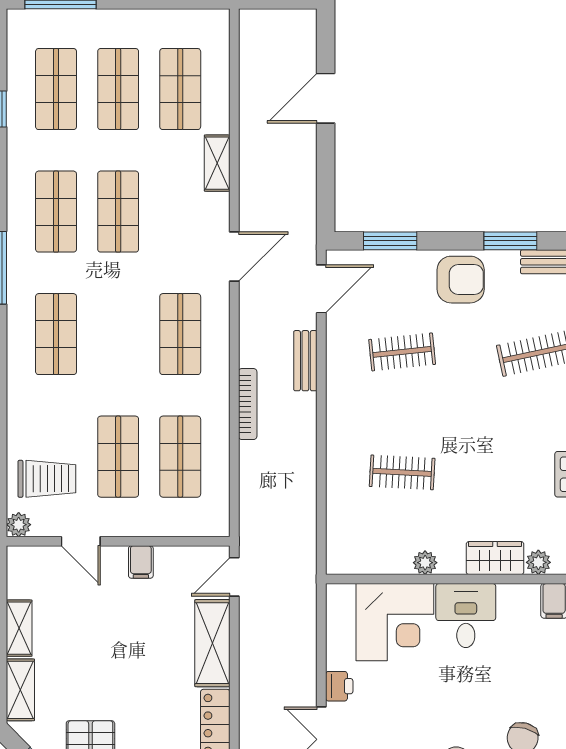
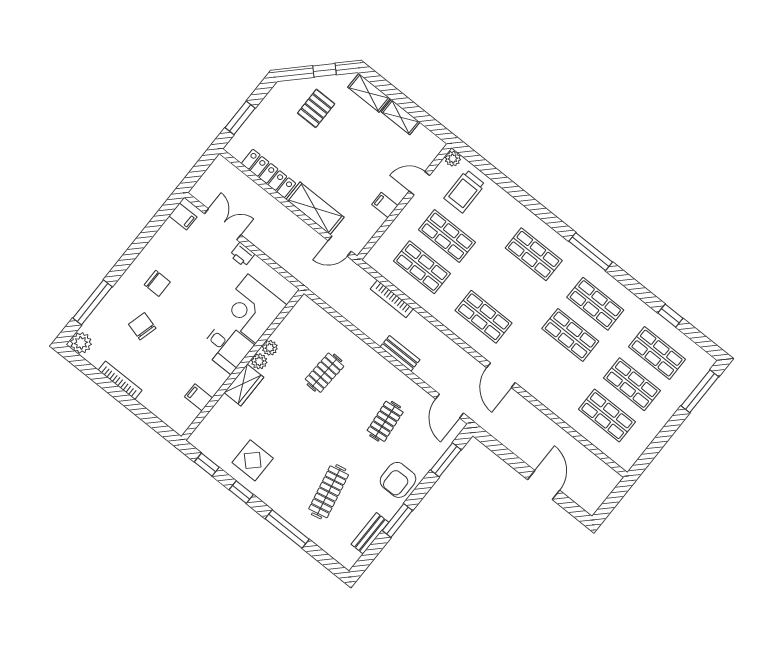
shelving: (217, 163) -> (555, 404), removed
bench: (305, 361) -> (400, 353), moved
bookcase: (248, 404) -> (392, 299), moved
plant: (538, 562) -> (259, 361), moved
door: (234, 577) -> (340, 246), swing flipped

